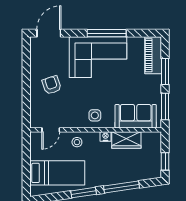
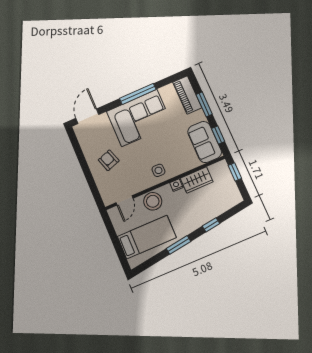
window: (165, 106) -> (218, 135), width x0.67
sofa: (136, 116) -> (205, 142), moved, turned -90
stool: (77, 142) -> (153, 201), width x1.89, depth x1.89
window: (165, 161) -> (235, 172), moved
window: (122, 187) -> (211, 225), width x0.46

